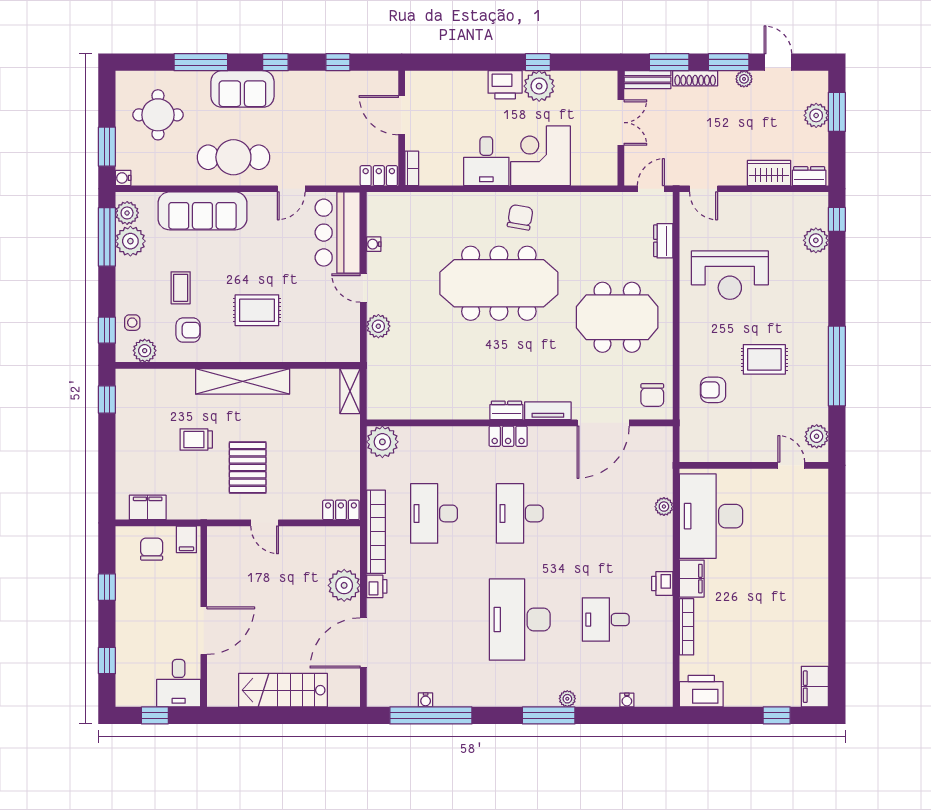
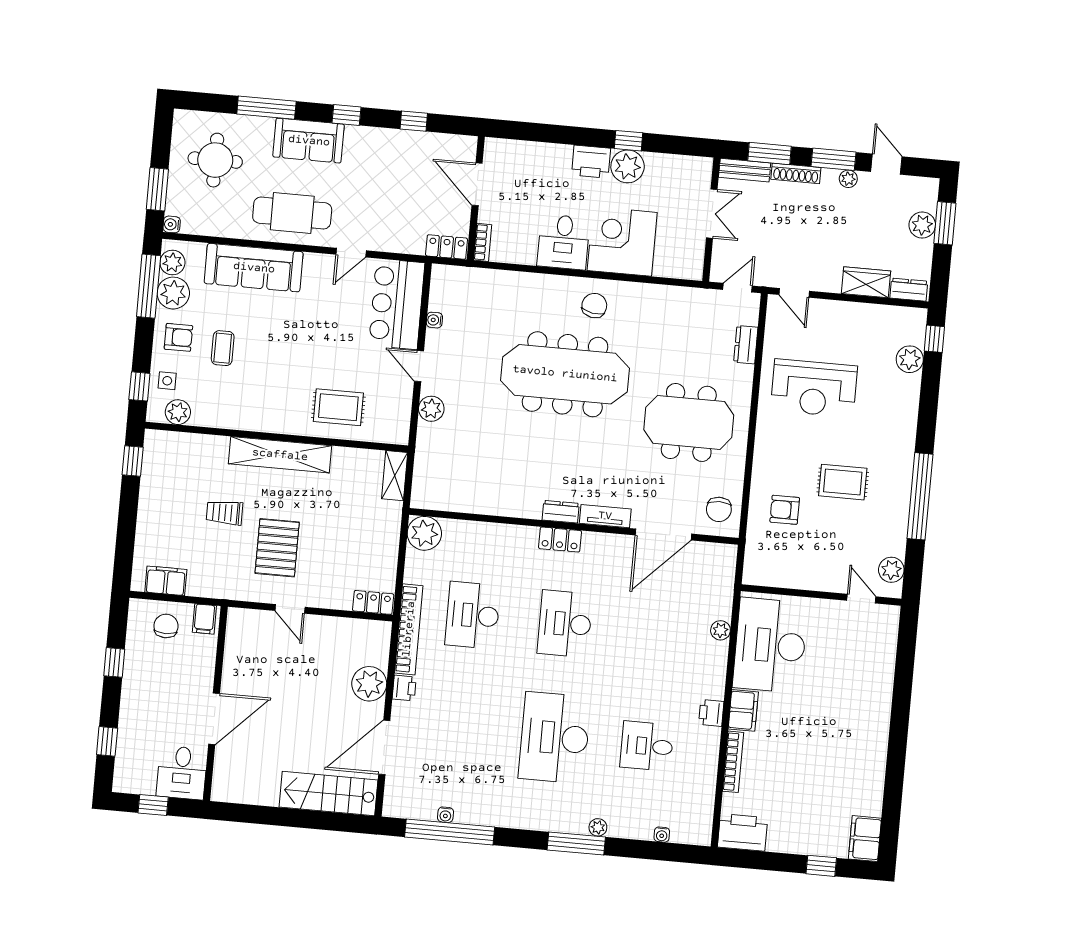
rug: (257, 310) -> (338, 407), moved
armchair: (188, 330) -> (178, 337), moved
stairs: (283, 690) -> (328, 794), moved

